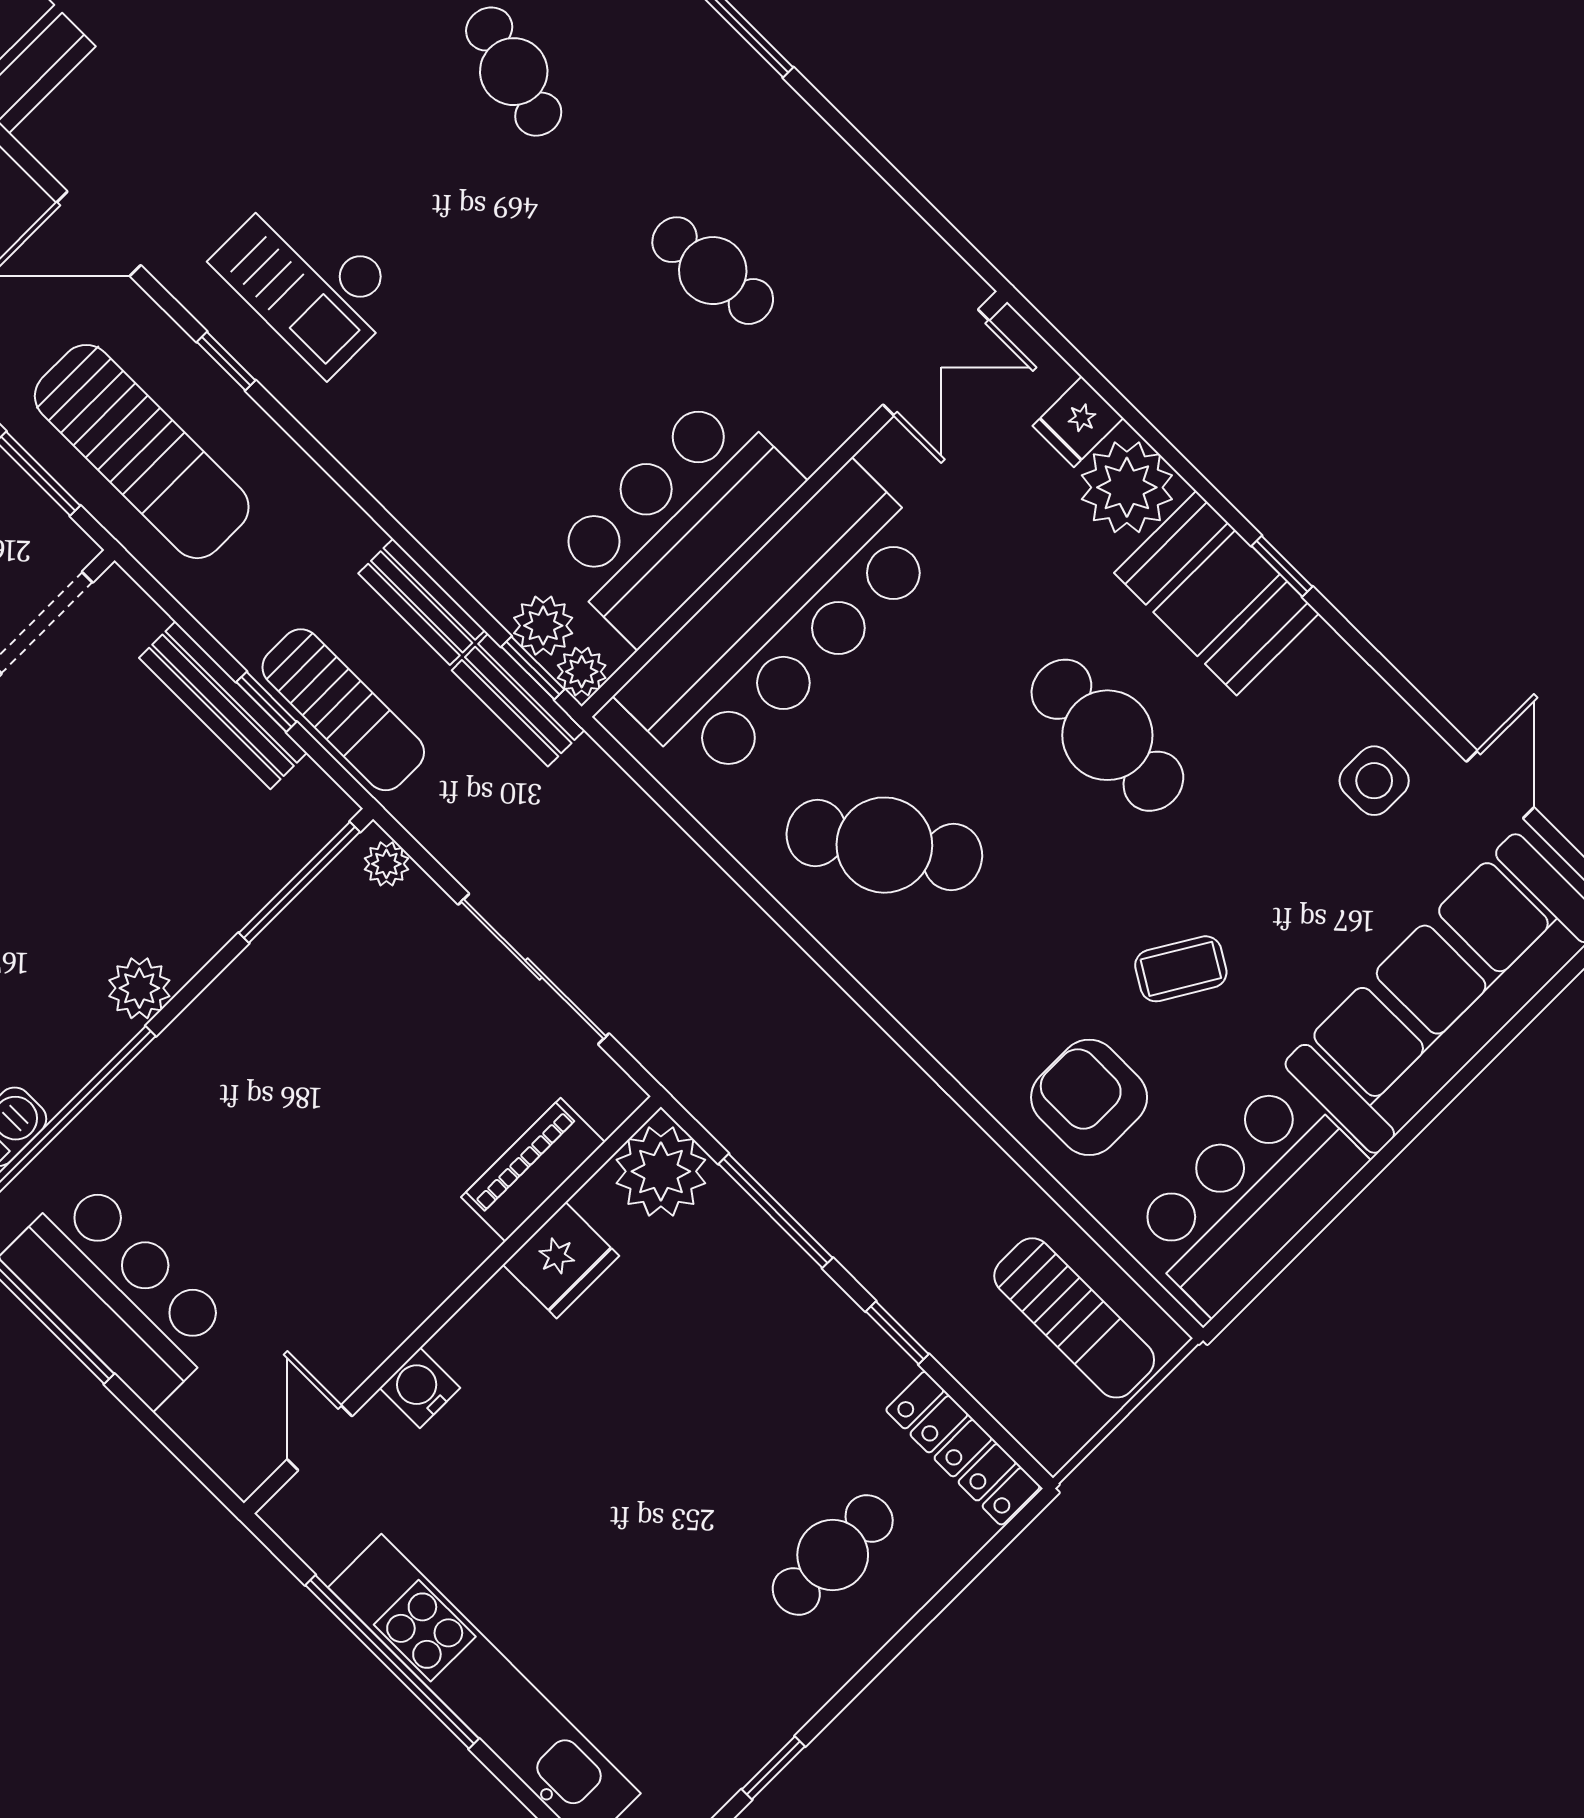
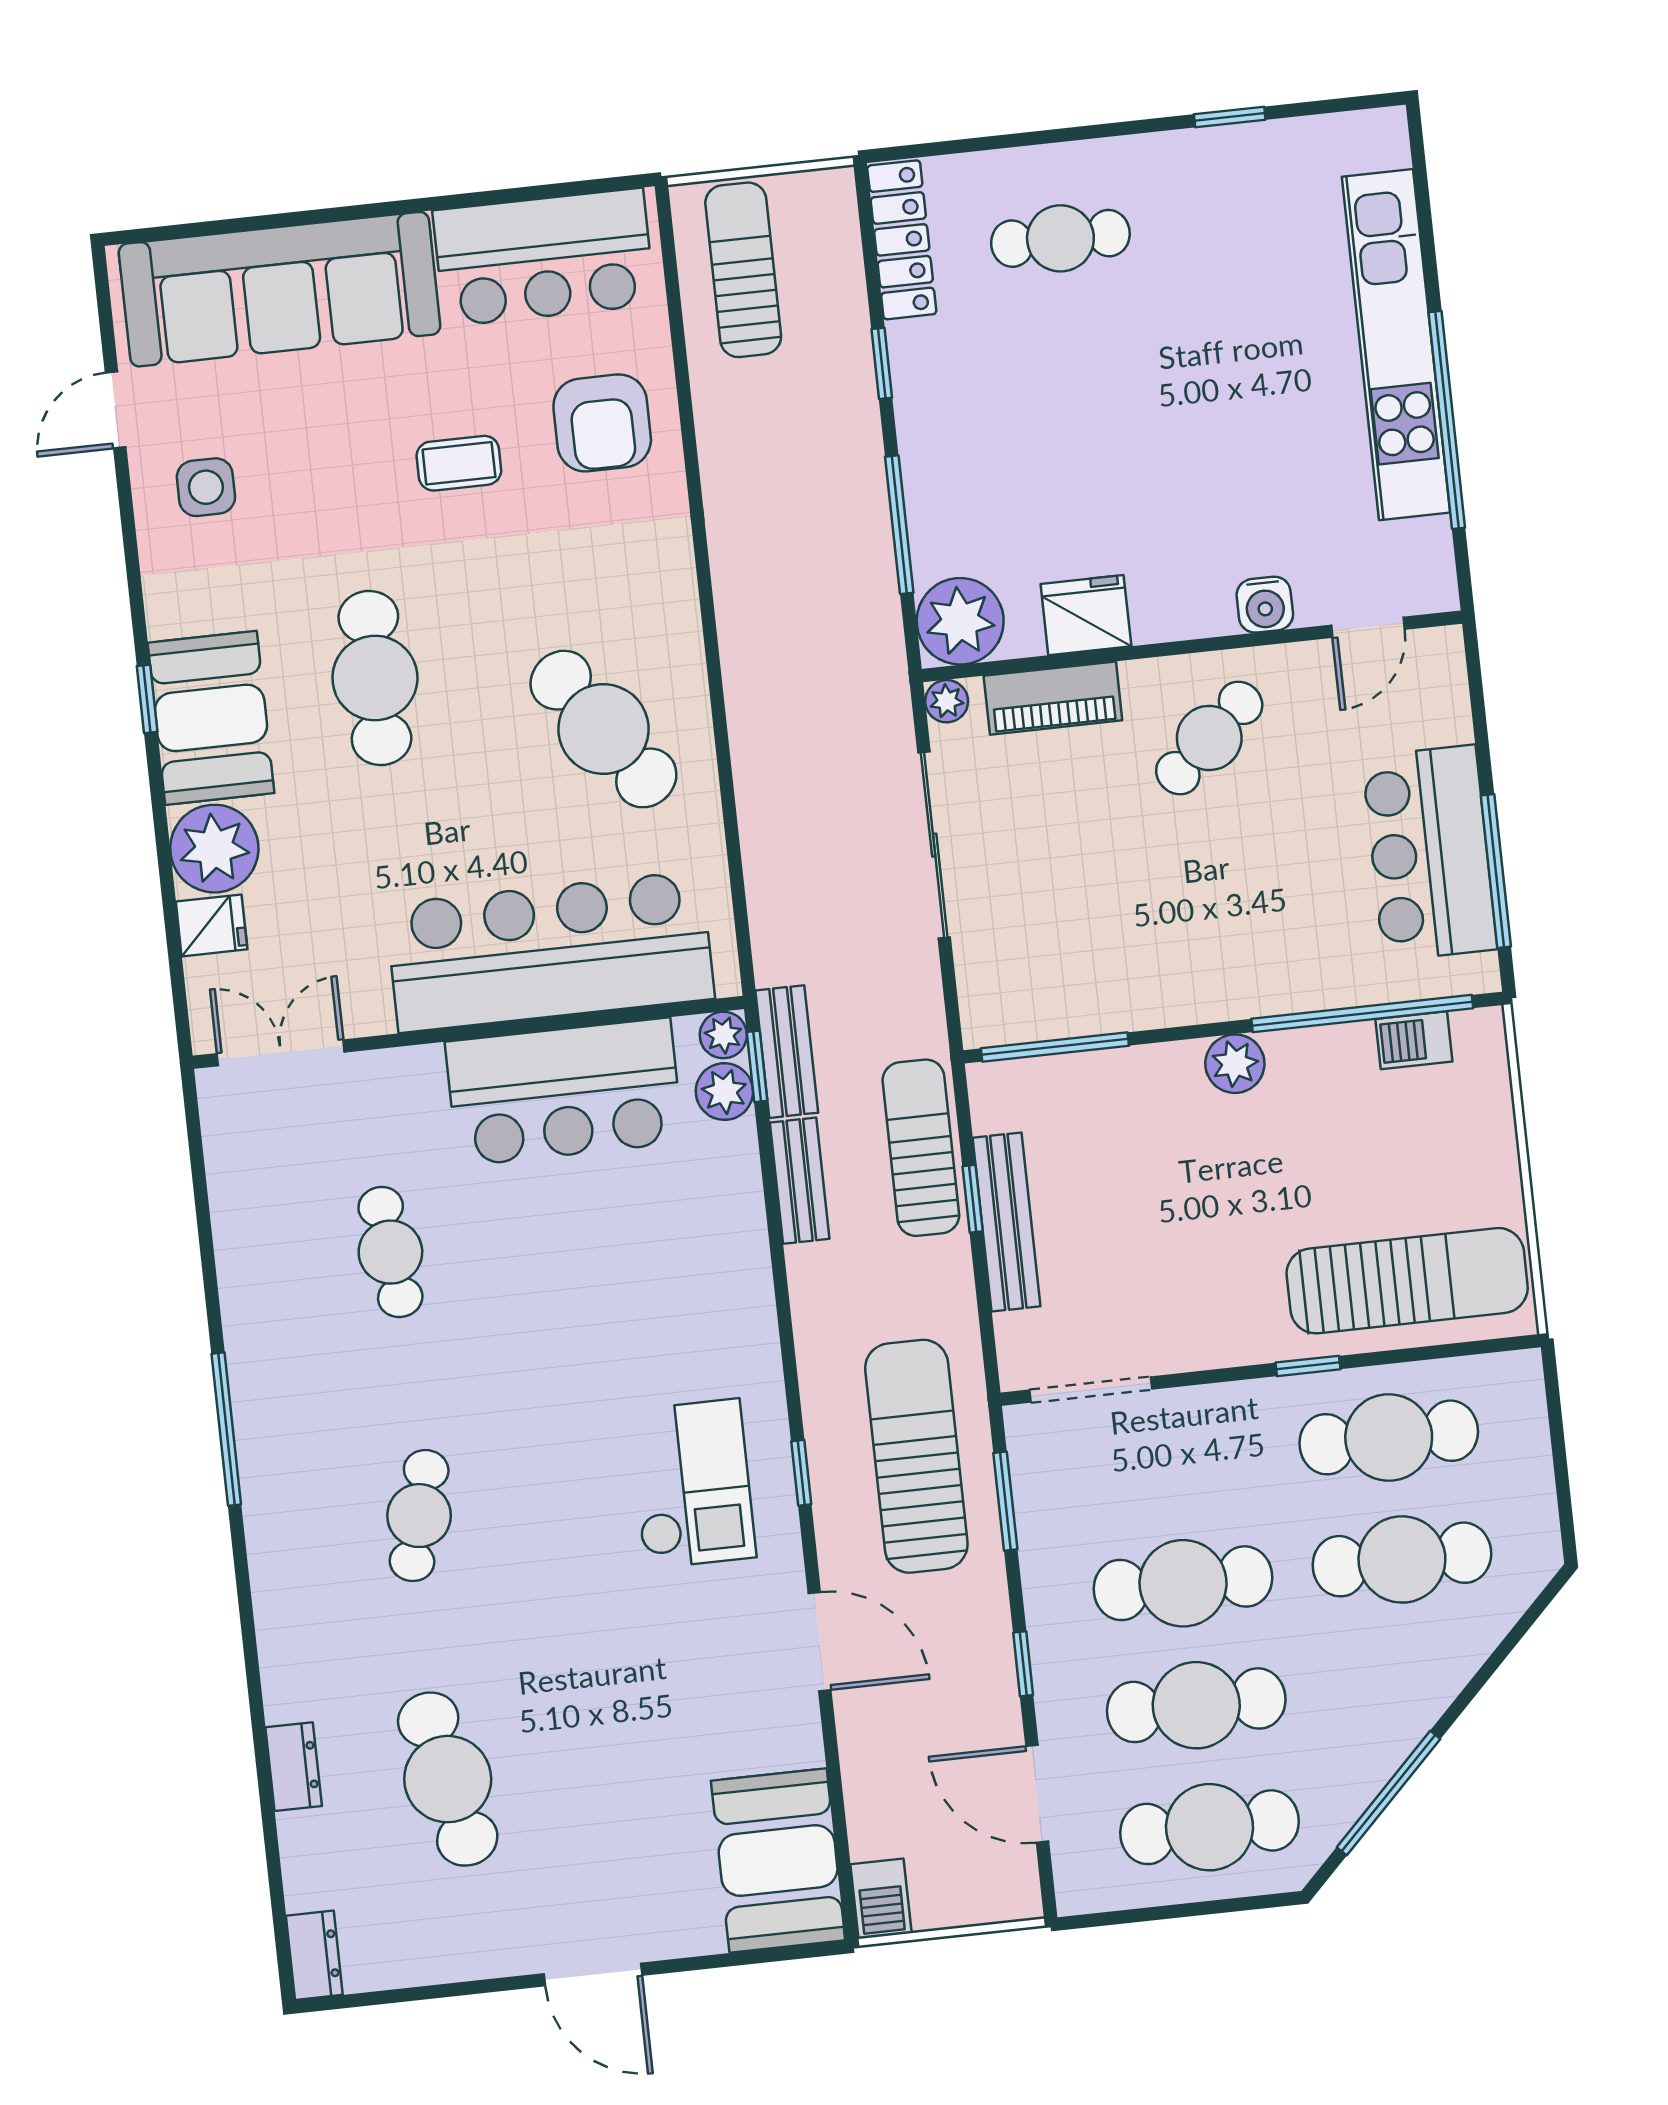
plant: (386, 864) -> (947, 701), moved
coffee table: (1181, 969) -> (459, 463), turned -31
cafe table: (377, 1241) -> (1209, 738), added

